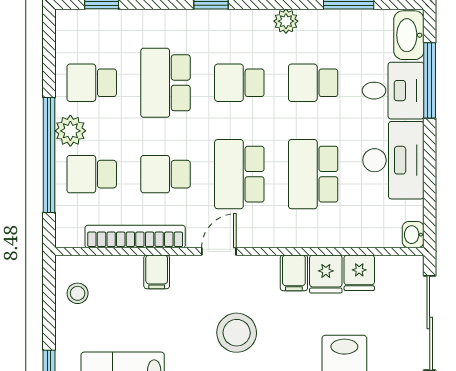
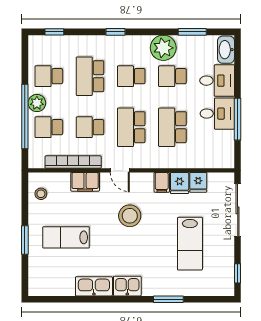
plant: (286, 21) -> (163, 48), width x1.87, depth x1.87
window: (430, 80) -> (238, 119), moved
desk: (393, 160) -> (217, 114), width x0.73
washbasin: (413, 235) -> (228, 161), removed
door: (219, 251) -> (120, 170), swing flipped
filing cabinet: (157, 272) -> (85, 182), width x2.00

